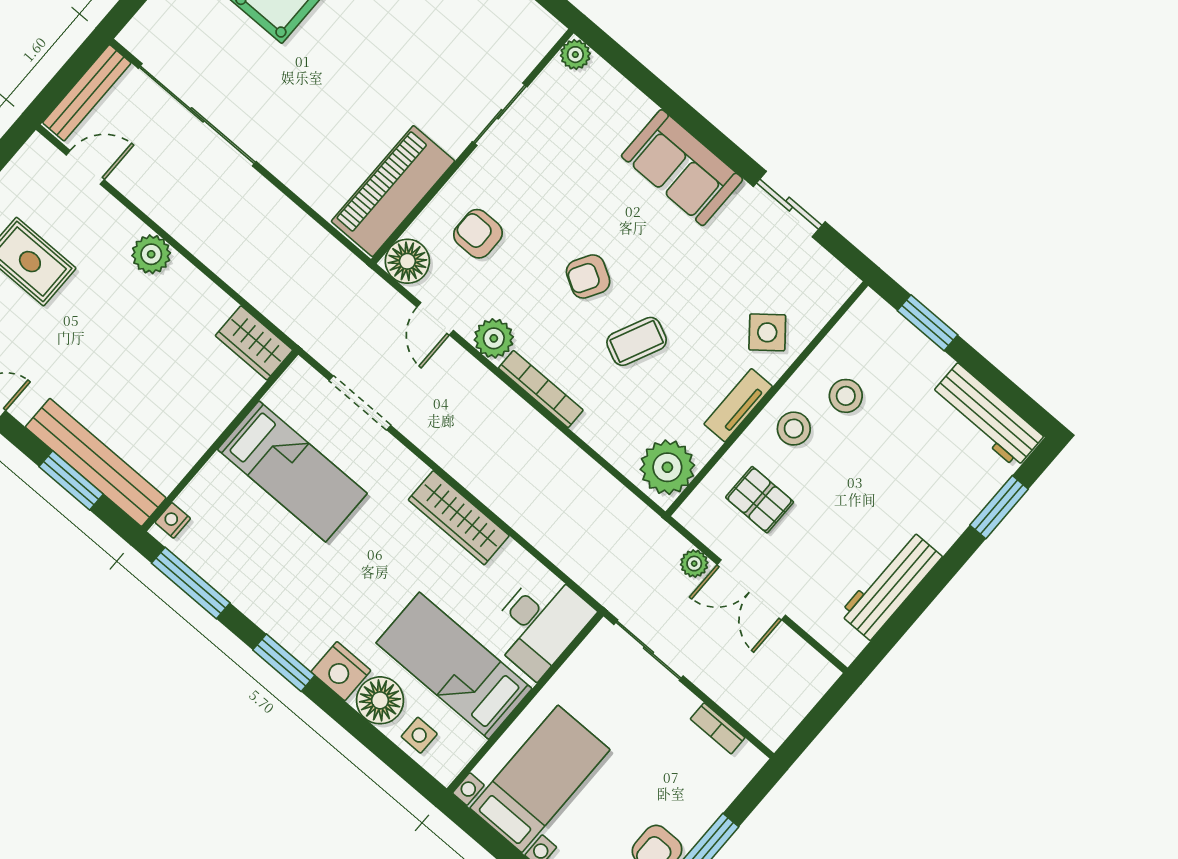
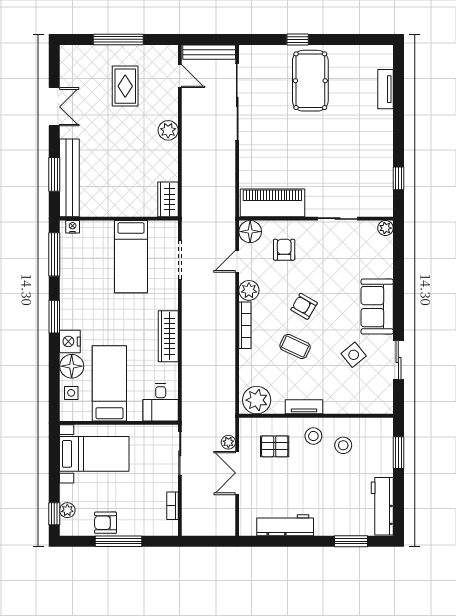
side table: (767, 332) -> (354, 355), moved
pallet: (760, 500) -> (275, 446), turned 90
desk: (540, 623) -> (161, 402), width x0.73

